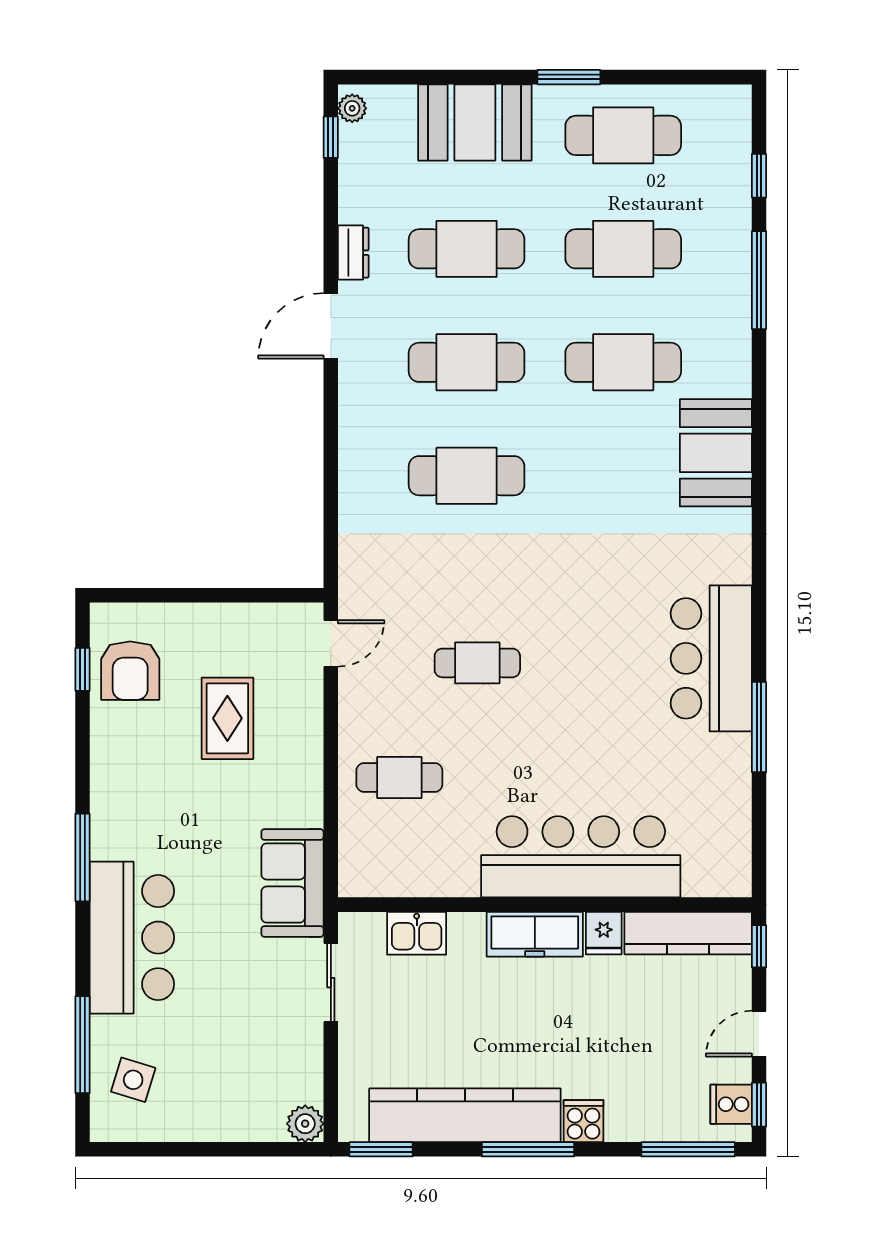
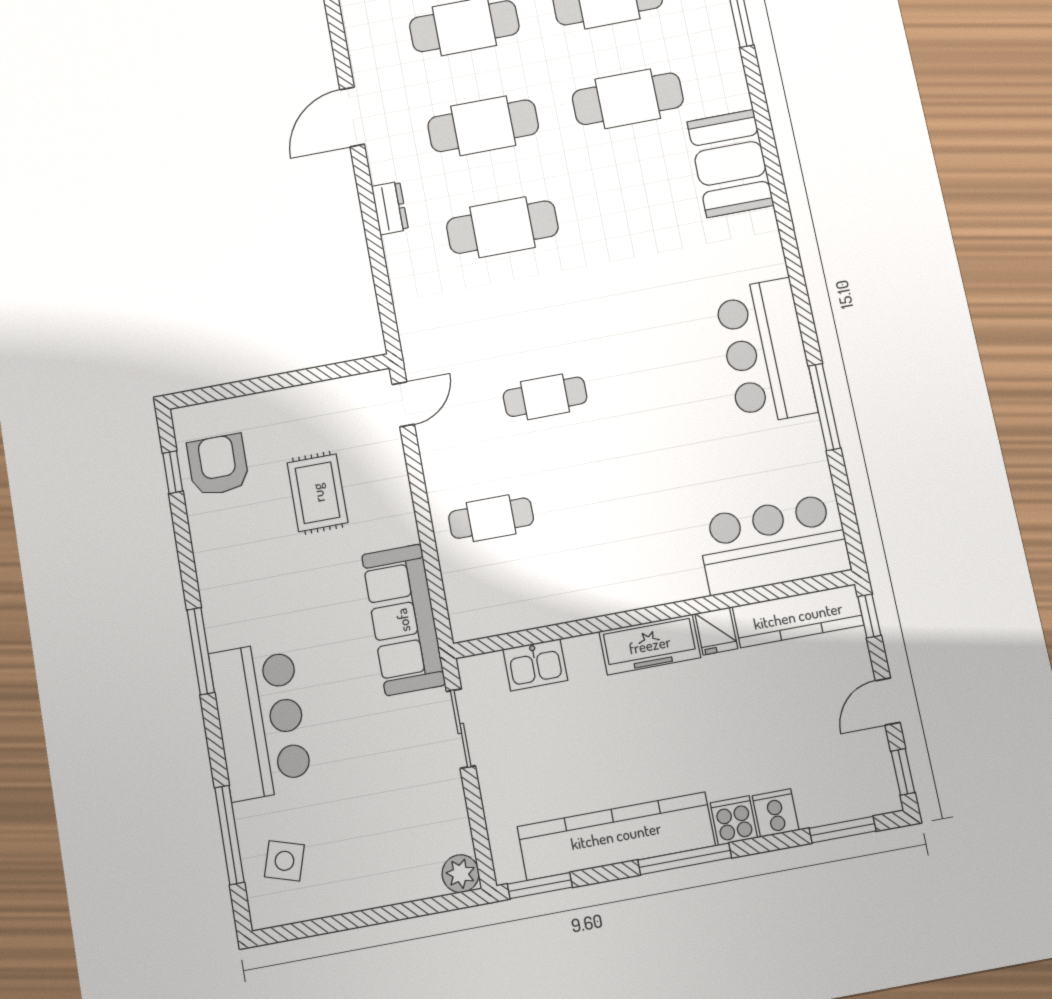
dresser: (353, 253) -> (390, 208), moved
armchair: (130, 671) -> (218, 465), turned 180
bar counter: (581, 857) -> (773, 544), moved, width x0.73
sofa: (292, 883) -> (403, 620), width x1.36
cooker: (731, 1104) -> (776, 813), moved, turned 90
window: (688, 1149) -> (843, 830), width x0.69

